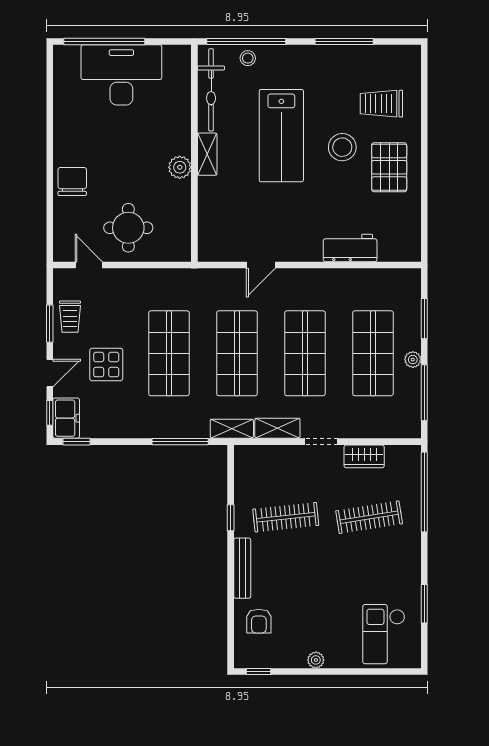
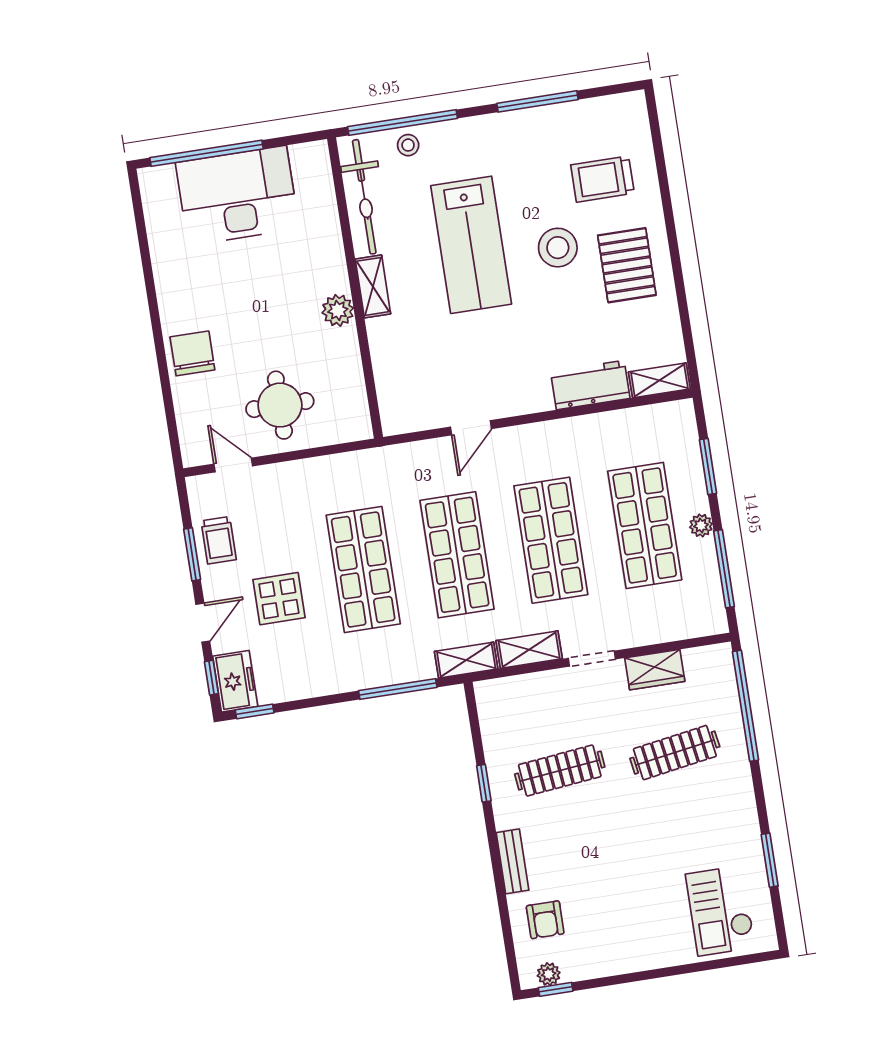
shelving: (399, 252) -> (659, 380), added
bench: (242, 568) -> (512, 861), width x0.73
plant: (316, 660) -> (549, 974), moved

